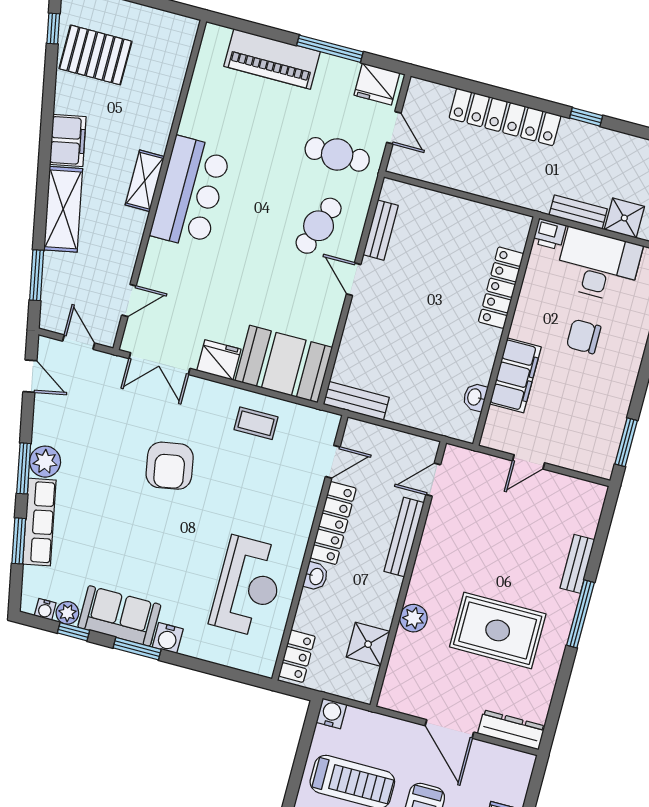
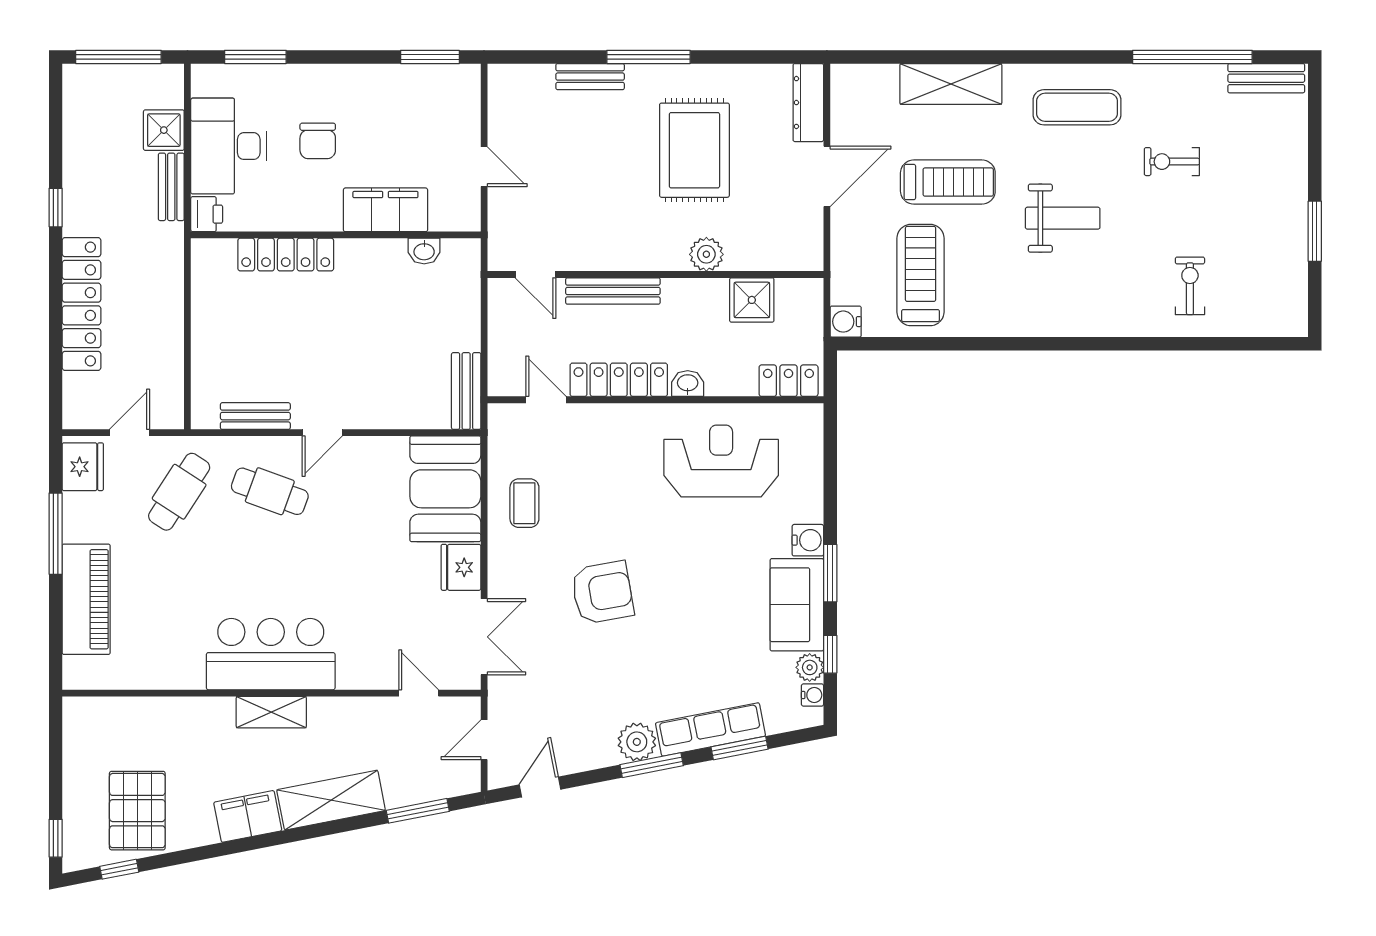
cafe table: (337, 154) -> (179, 492), turned 33

